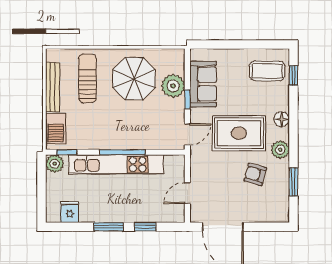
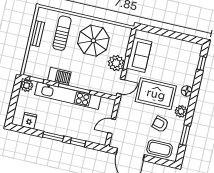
coffee table: (267, 71) -> (160, 149), moved
plant: (173, 86) -> (116, 63), moved
bench: (53, 87) -> (37, 34), width x0.73
barbecue: (56, 128) -> (59, 76), moved, turned -90

